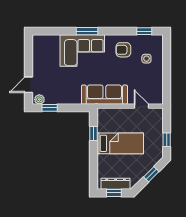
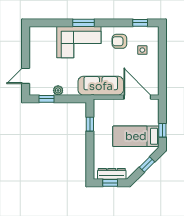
plant: (39, 99) -> (58, 90), moved
door: (141, 106) -> (137, 97), width x1.87
bed: (120, 143) -> (136, 136), moved, turned 180

